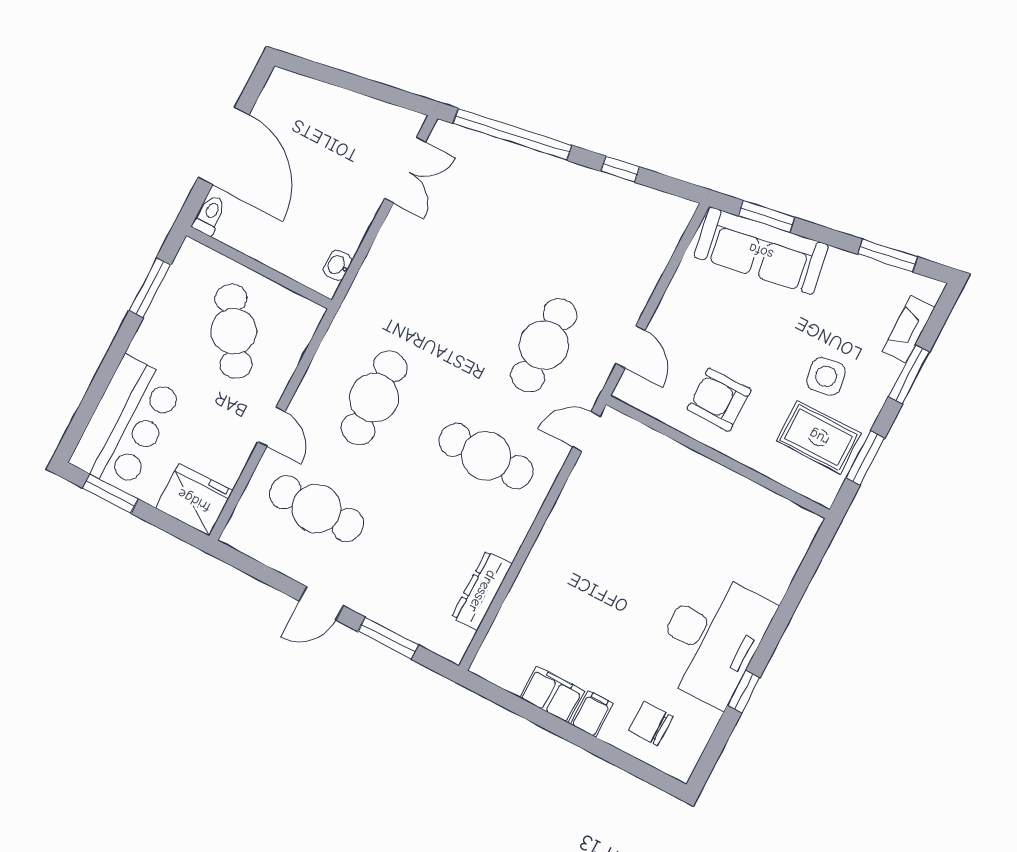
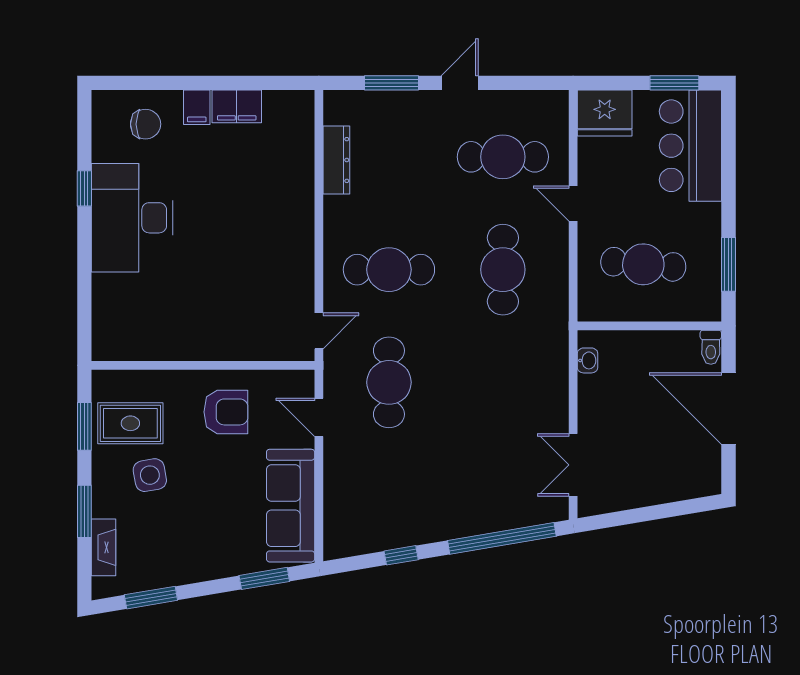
sofa: (761, 251) -> (291, 506), moved, turned -80
cafe table: (234, 331) -> (643, 264), turned -53

